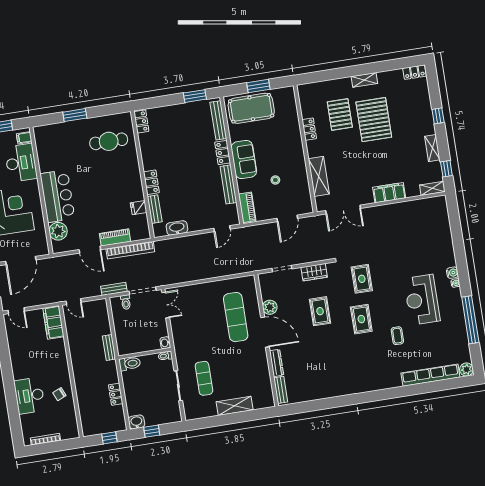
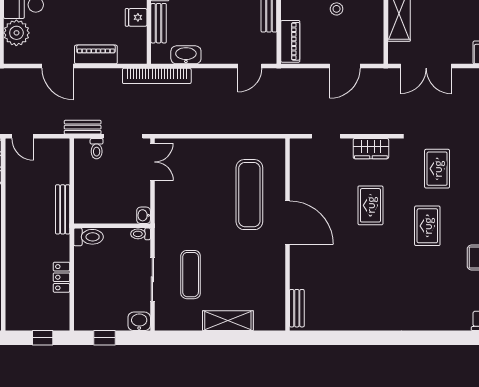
bookcase: (130, 250) -> (157, 76), moved
plant: (270, 307) -> (300, 188), removed
bench: (109, 347) -> (63, 209), width x1.36
dresser: (277, 363) -> (297, 269), removed
washbasin: (136, 422) -> (139, 321), moved

